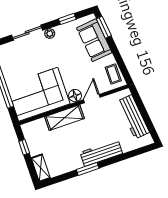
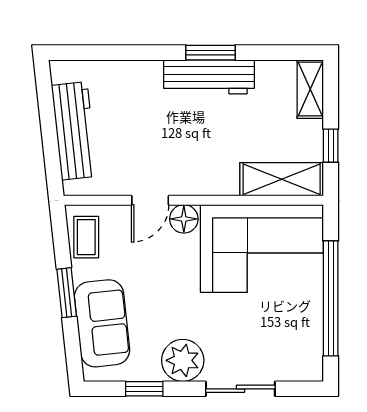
window: (104, 27) -> (67, 293), moved
plant: (50, 34) -> (183, 360), width x1.88, depth x1.88
shelving: (64, 118) -> (282, 179), moved
workbench: (101, 153) -> (209, 77), moved

